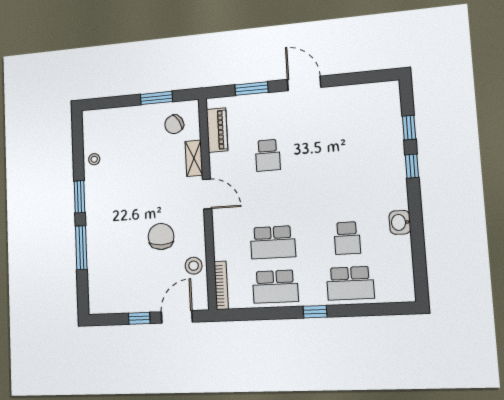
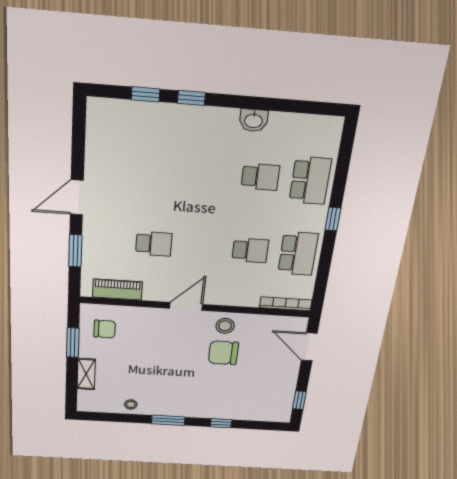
chair: (174, 124) -> (105, 329), turned -59
shelving: (194, 158) -> (86, 374), moved, turned 90
school desk: (273, 242) -> (250, 250), width x0.54
window: (81, 248) -> (221, 423), width x0.46
stool: (194, 266) -> (225, 326), moved
window: (139, 318) -> (299, 400), moved

